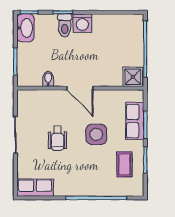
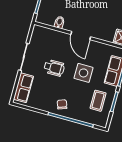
wheelchair: (57, 138) -> (54, 68), turned -90
chair: (80, 182) -> (62, 104), added
row of seats: (35, 188) -> (23, 88), moved, turned 90

